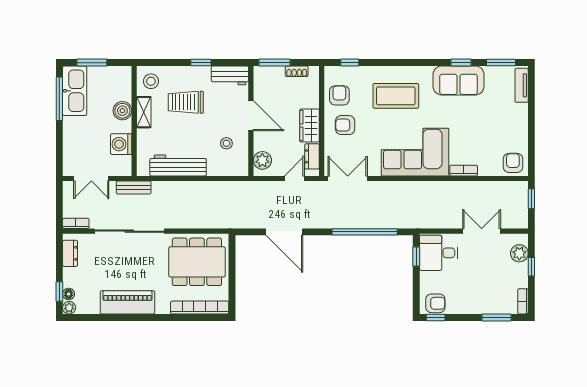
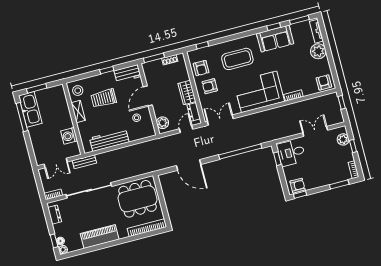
armchair: (339, 95) -> (201, 68), turned 180
boiler: (122, 111) -> (64, 114), removed
plant: (517, 115) -> (318, 51), added
door: (251, 116) -> (148, 96), swing flipped

